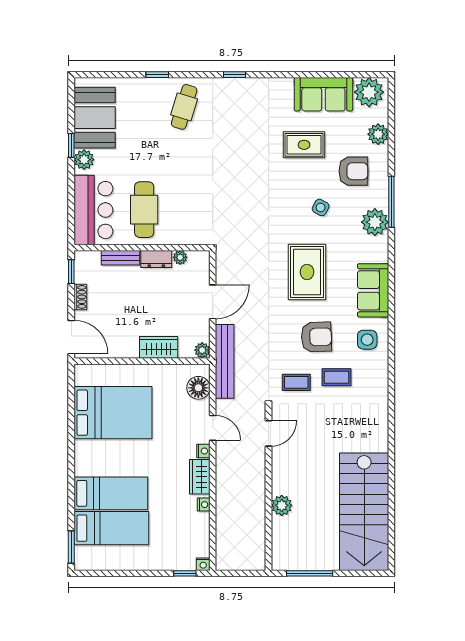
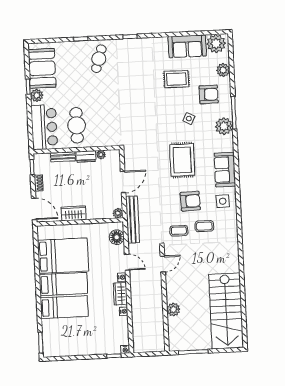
wardrobe: (159, 347) -> (74, 213), moved
bed: (111, 528) -> (63, 284), moved

